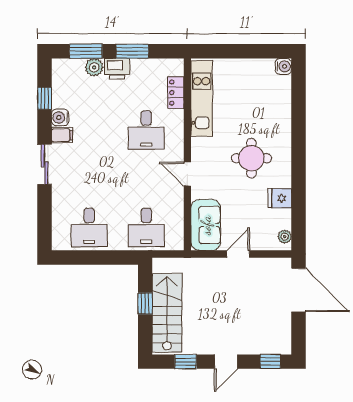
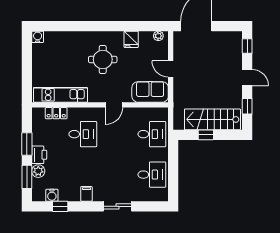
water cooler: (60, 118) -> (52, 195), moved
sliding door: (45, 164) -> (118, 206), moved

